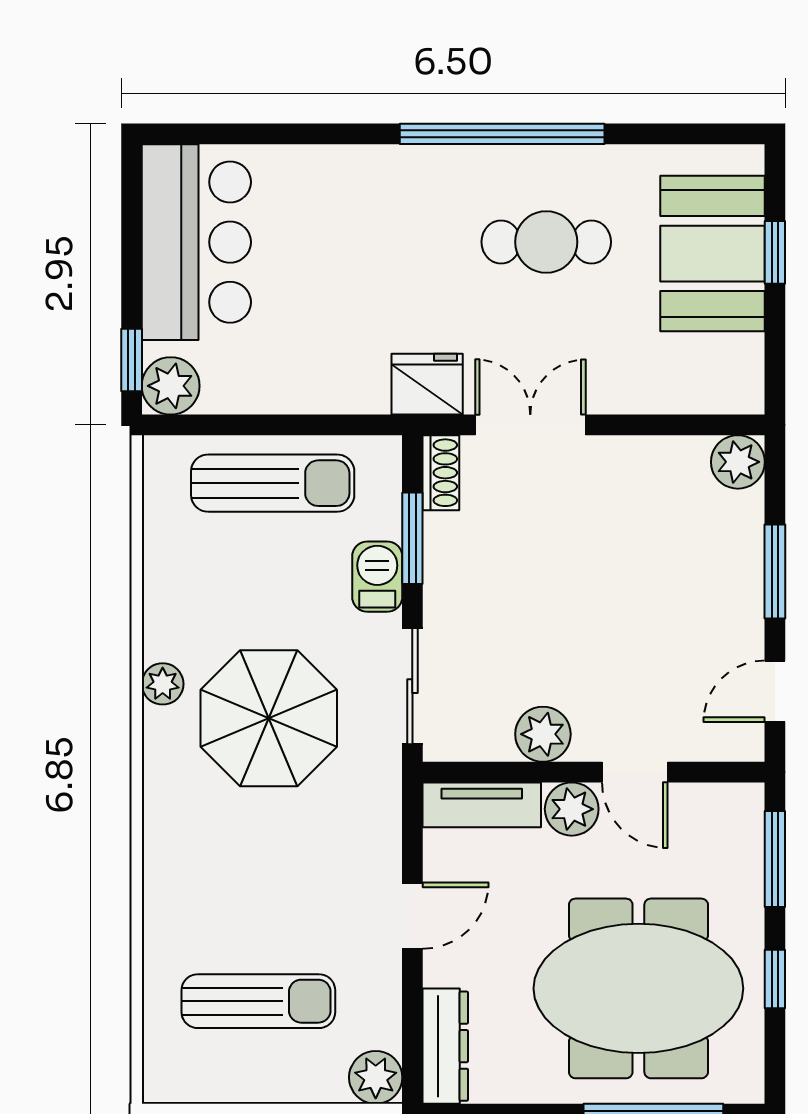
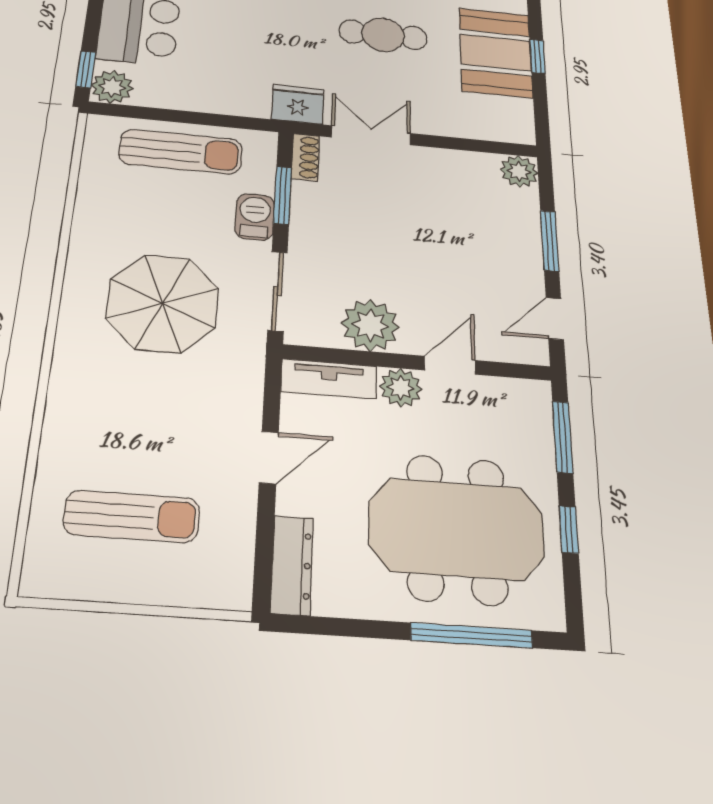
plant: (163, 684) -> (81, 273), removed
plant: (543, 734) -> (370, 325), width x1.36, depth x1.36
door: (635, 772) -> (450, 365), swing flipped
plant: (376, 1077) -> (230, 588), removed

